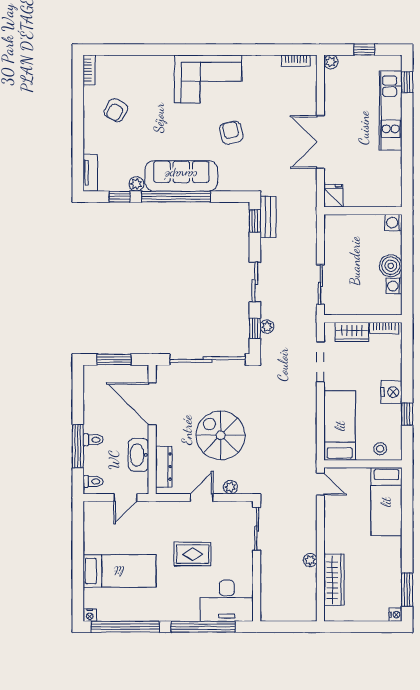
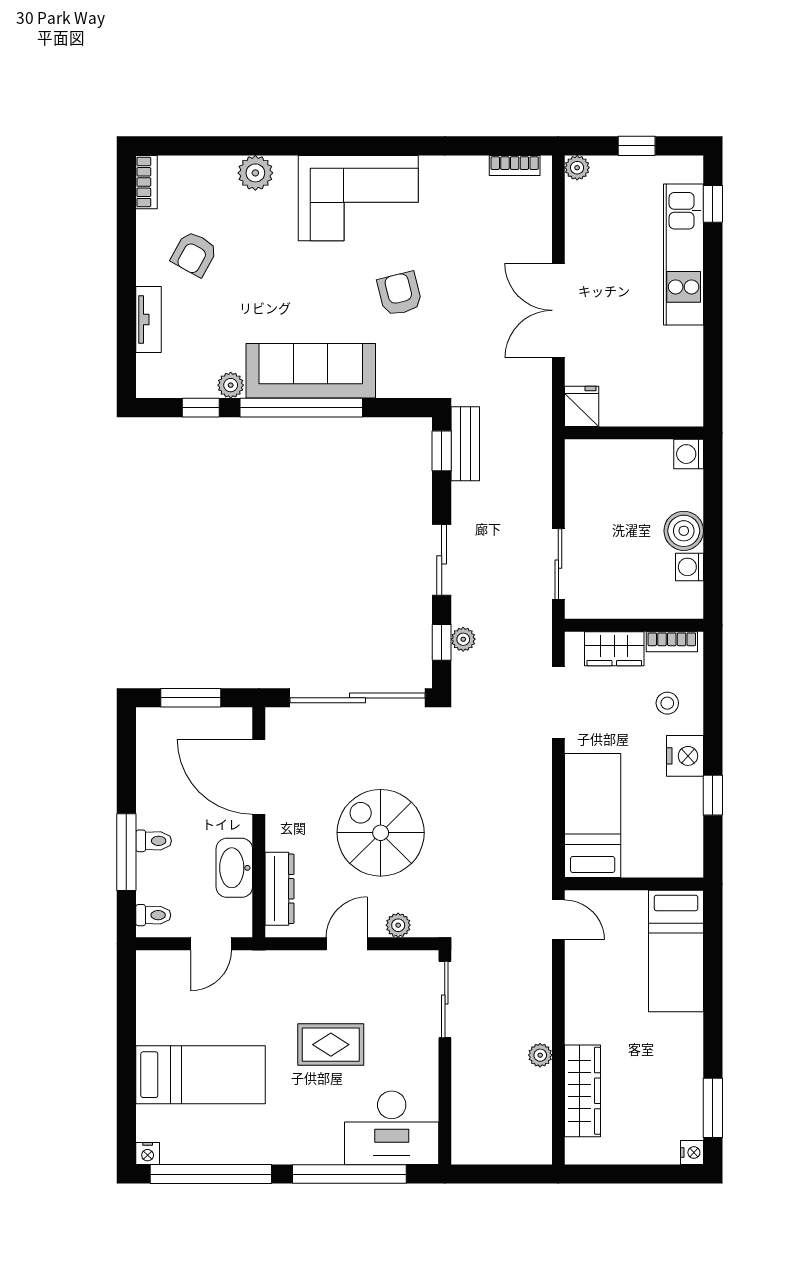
plant: (150, 65) -> (255, 173), added
tv unit: (90, 173) -> (148, 319), moved
stool: (380, 449) -> (667, 703), moved

